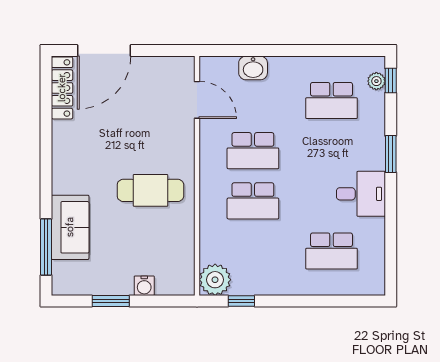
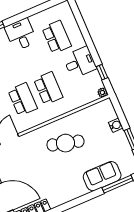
cafe table: (150, 190) -> (65, 143), turned -75
desk: (273, 271) -> (80, 62), added
plant: (215, 280) -> (102, 92), width x0.53, depth x0.53

